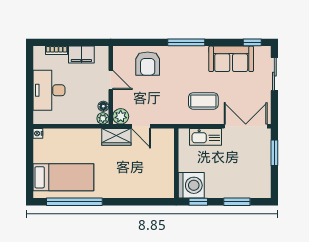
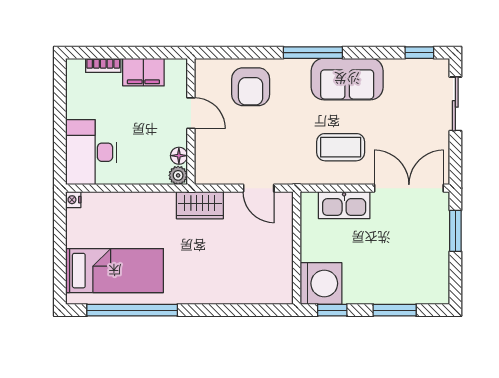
sofa: (231, 59) -> (347, 79), moved
desk: (49, 90) -> (91, 152), moved
plant: (121, 116) -> (207, 172), removed
door: (141, 126) -> (259, 188), moved

